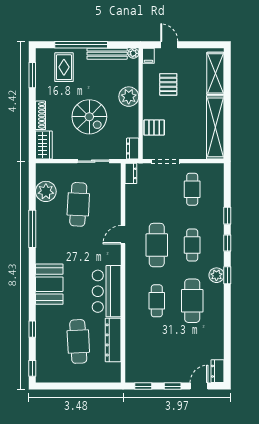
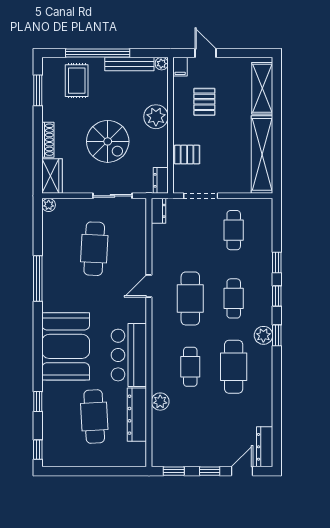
plant: (46, 191) -> (49, 205), moved, width x0.53, depth x0.53
booth: (49, 284) -> (66, 346), width x1.36, depth x1.42
plant: (132, 329) -> (160, 402), added
dresser: (217, 371) -> (265, 447), width x1.44

